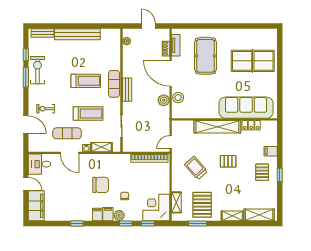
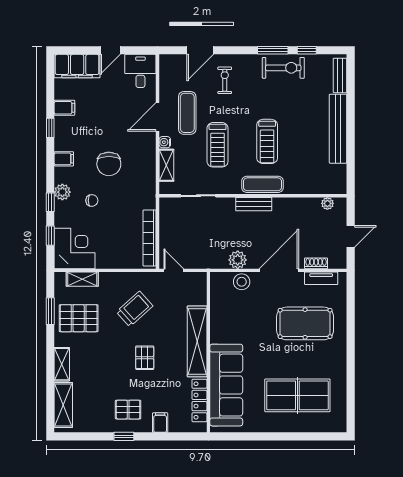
table tennis table: (253, 61) -> (297, 395), turned 90
locker: (251, 125) -> (199, 401), width x1.53
filing cabinet: (108, 214) -> (64, 108), moved

